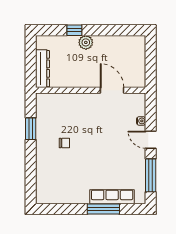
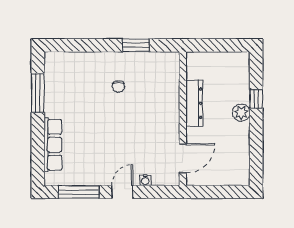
dresser: (42, 69) -> (194, 103), moved, turned -90
door: (112, 90) -> (183, 158), moved
window: (103, 209) -> (38, 93), moved

